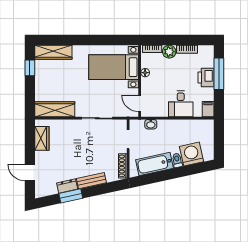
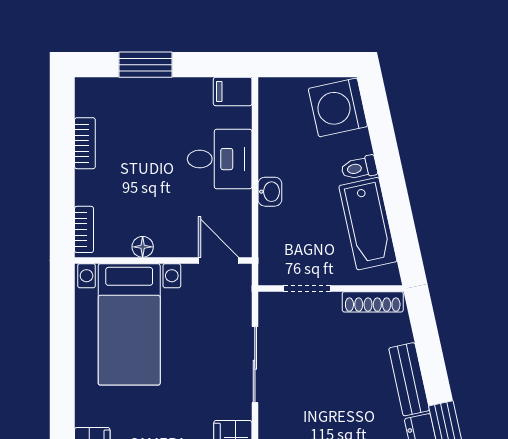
plant: (169, 52) -> (91, 187), removed
window: (219, 74) -> (145, 65), width x0.69
printer: (206, 78) -> (155, 96), removed
door: (140, 103) -> (218, 260), swing flipped
washbasin: (151, 124) -> (270, 192), moved
washing machine: (191, 154) -> (338, 107), moved

